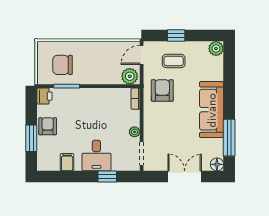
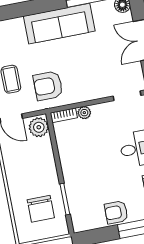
printer: (44, 96) -> (82, 223), removed
plant: (134, 132) -> (84, 113), moved

